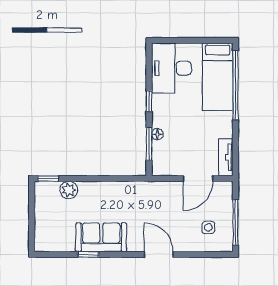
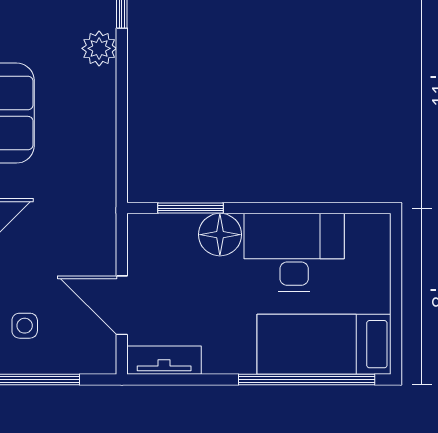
desk: (171, 68) -> (294, 252), moved
window: (149, 101) -> (275, 208), removed
floor lamp: (157, 134) -> (220, 235), width x1.89, depth x1.89

